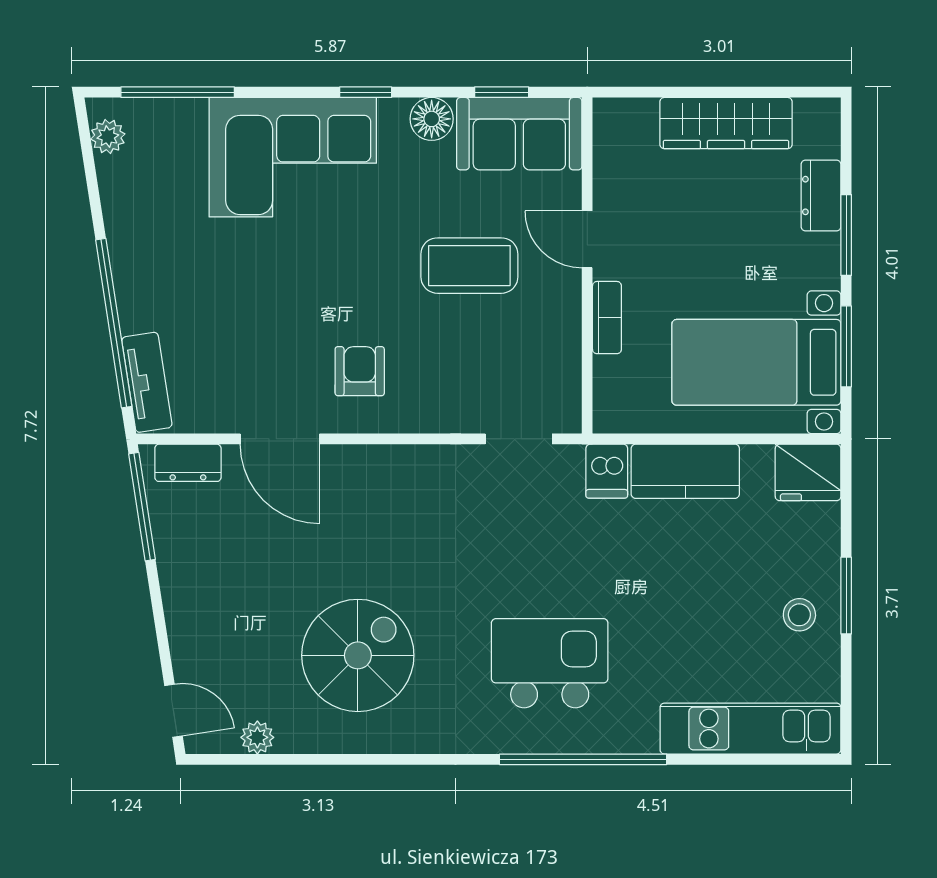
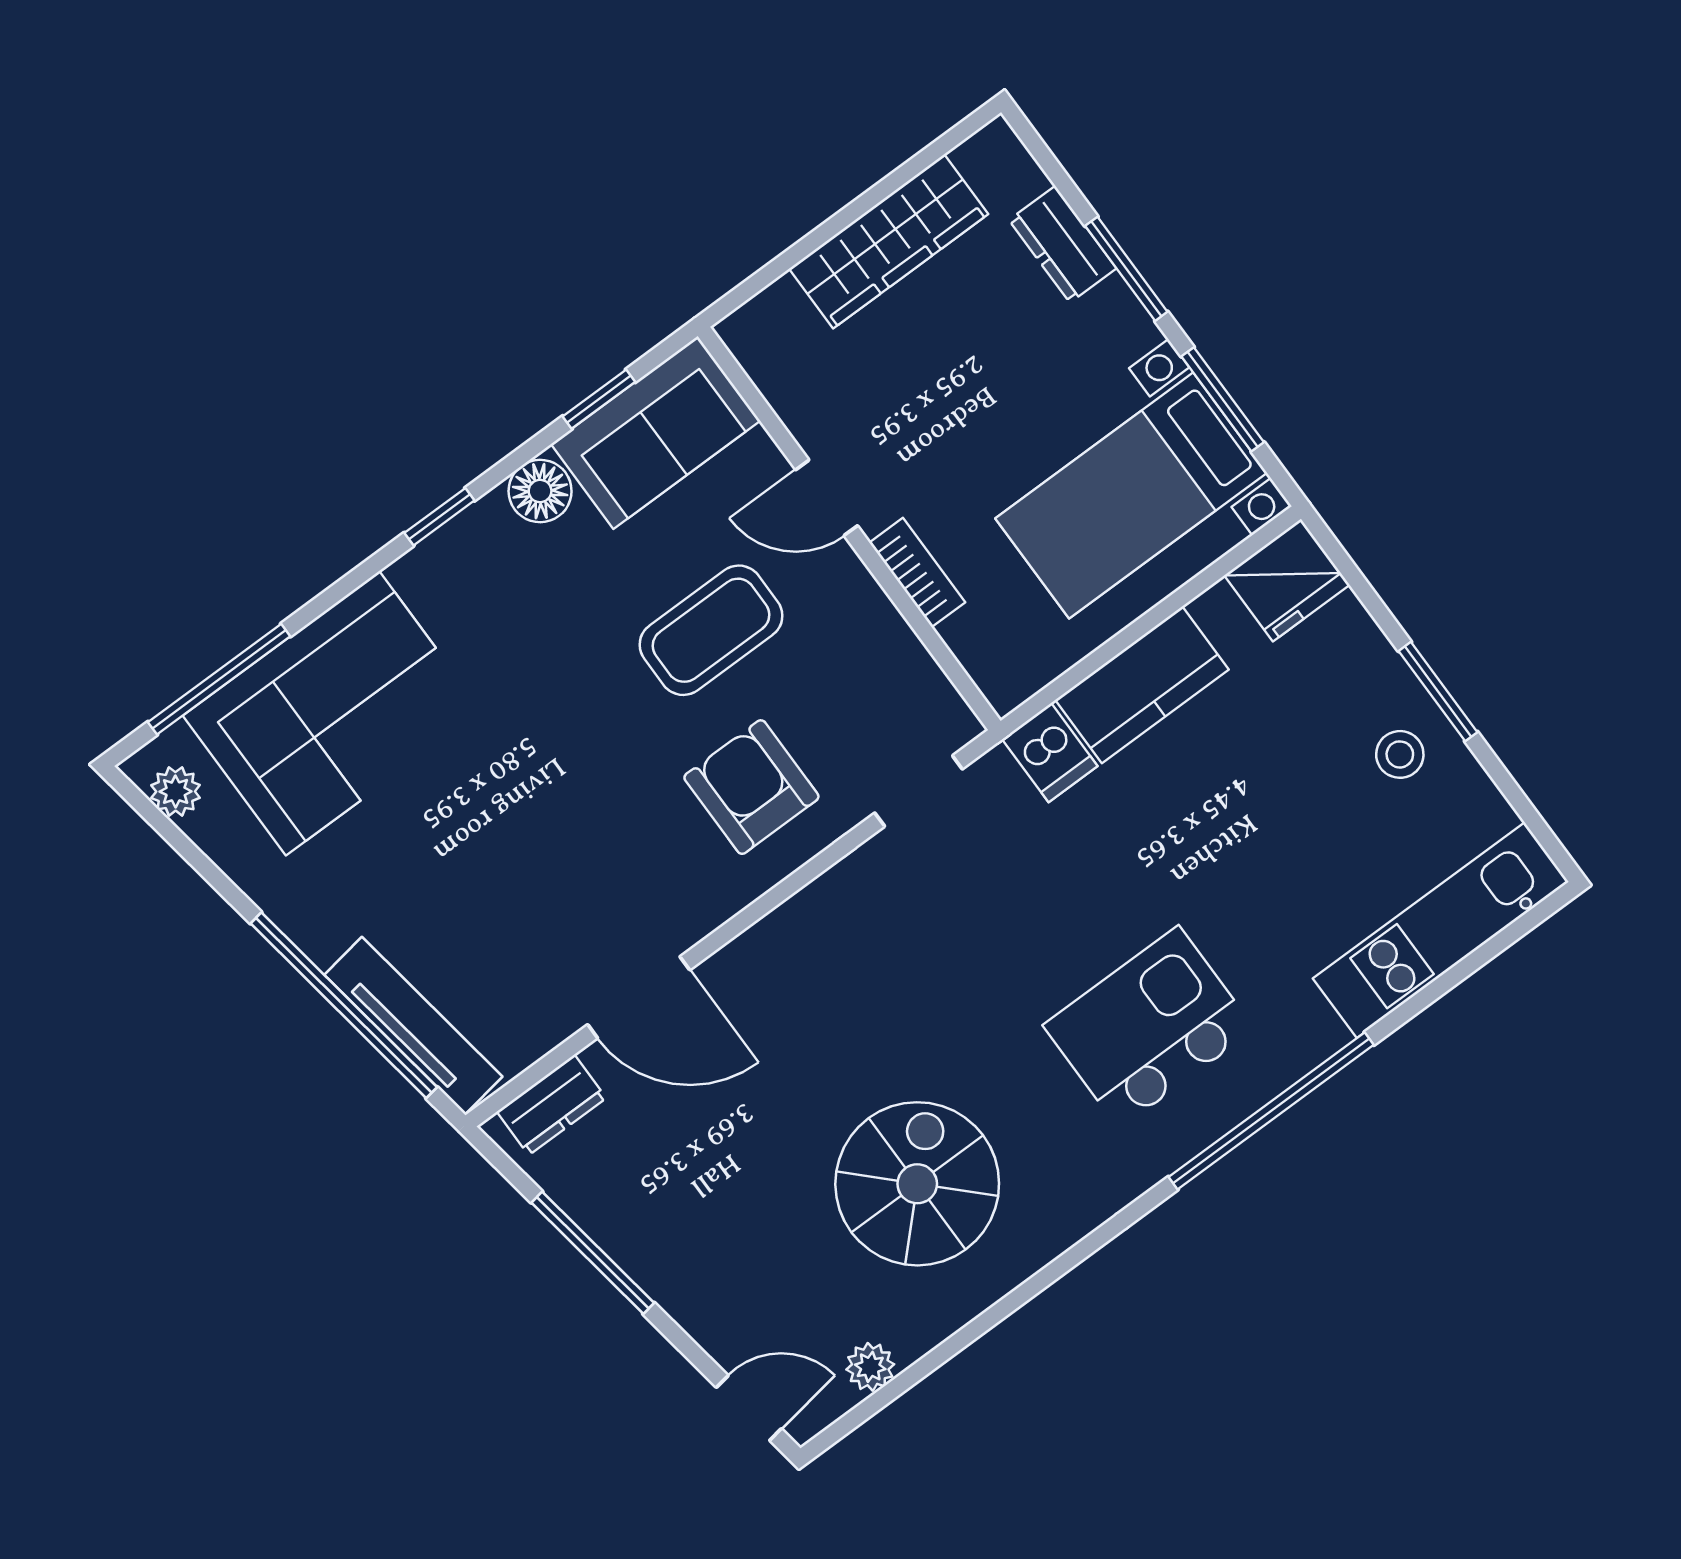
corner sofa: (293, 157) -> (333, 713), moved
armchair: (360, 371) -> (751, 787), moved, width x1.38, depth x1.38
tv unit: (147, 382) -> (413, 1026), width x1.41
window: (142, 507) -> (593, 1253), moved

